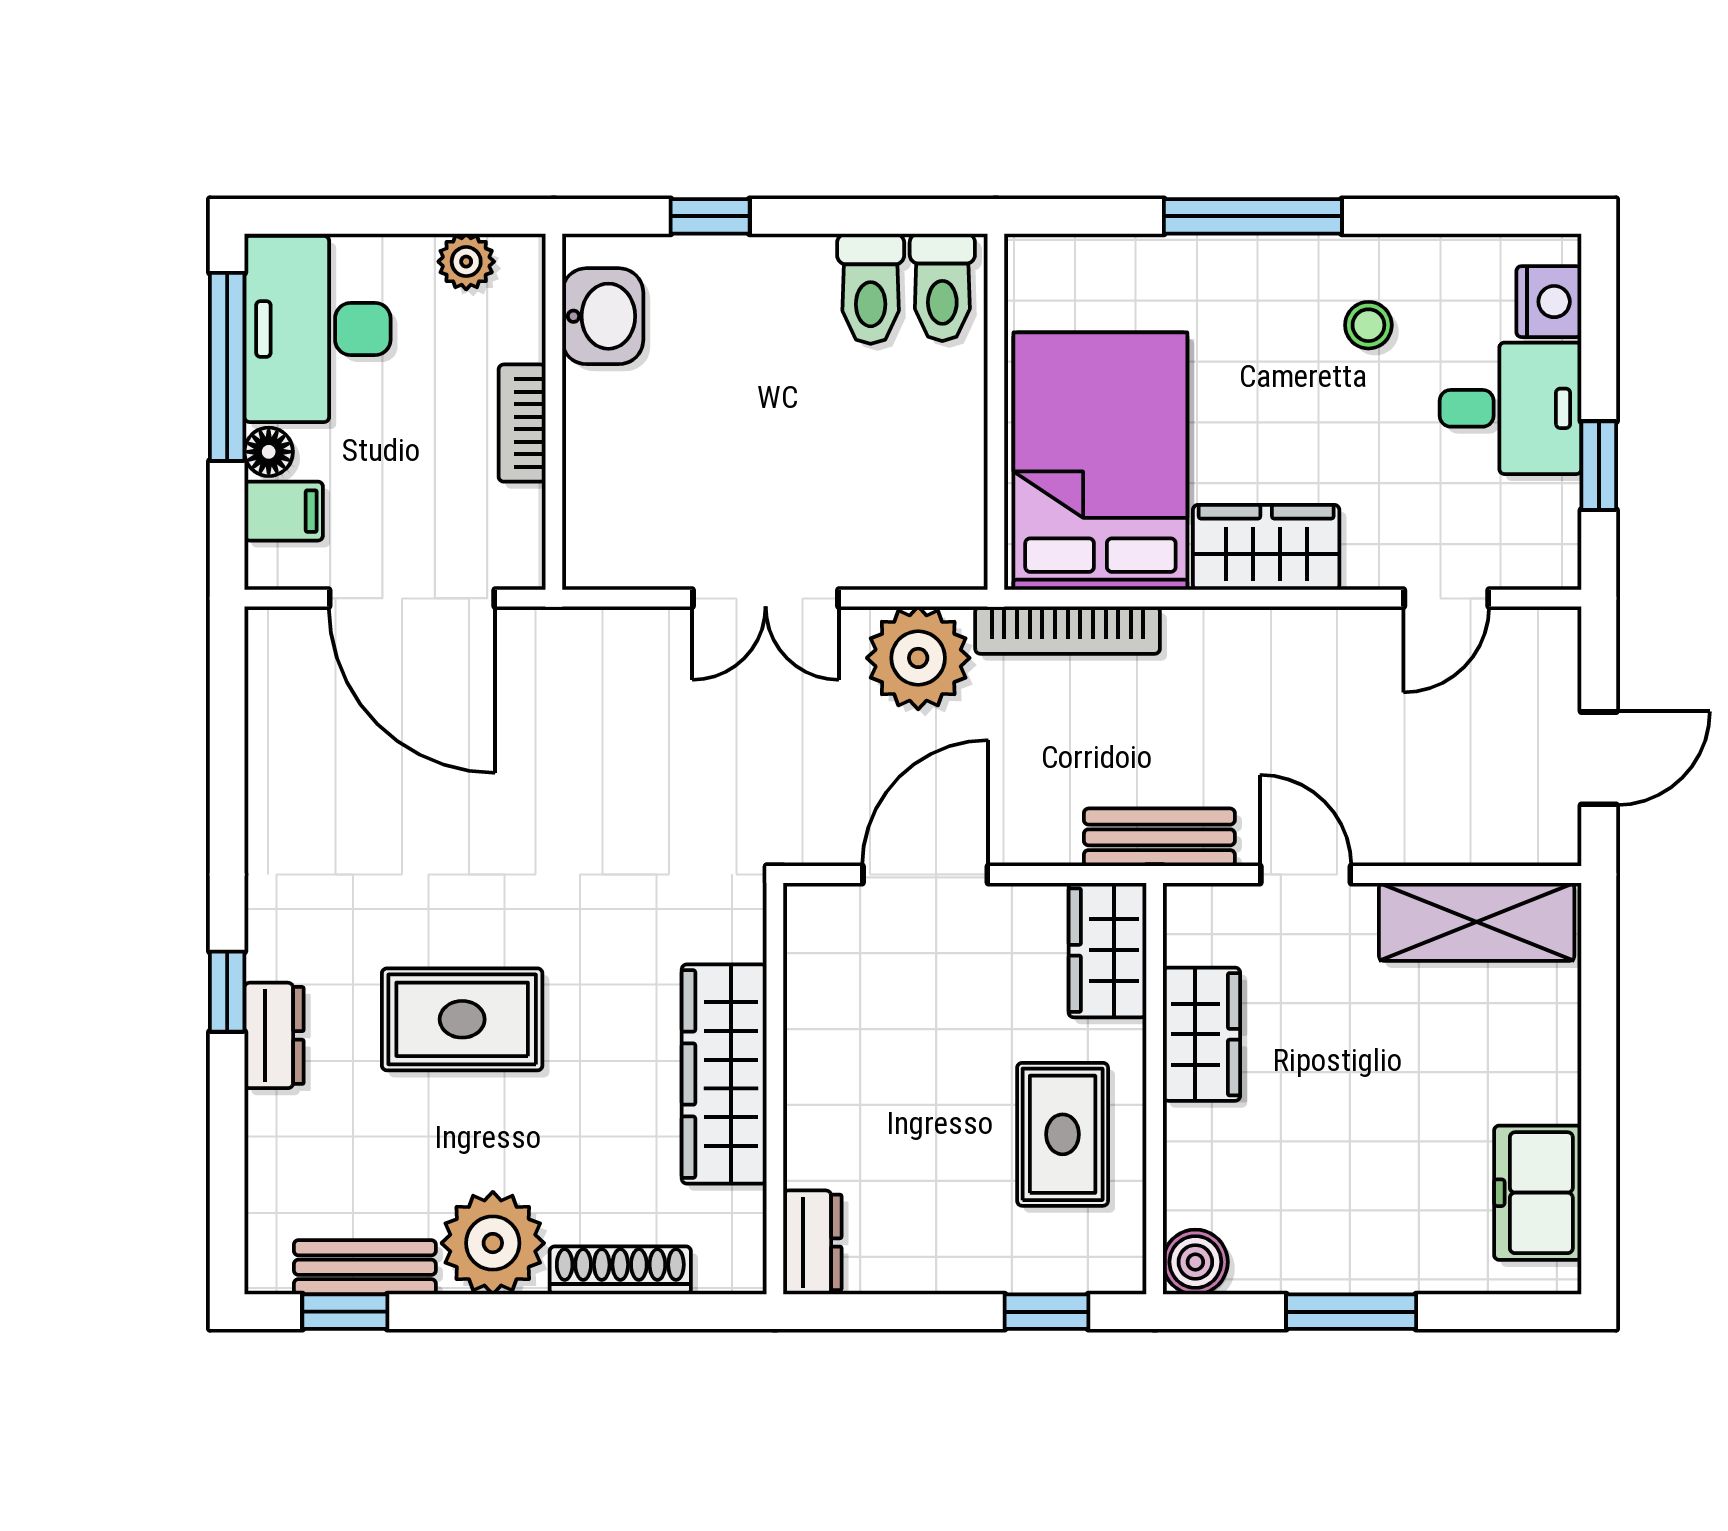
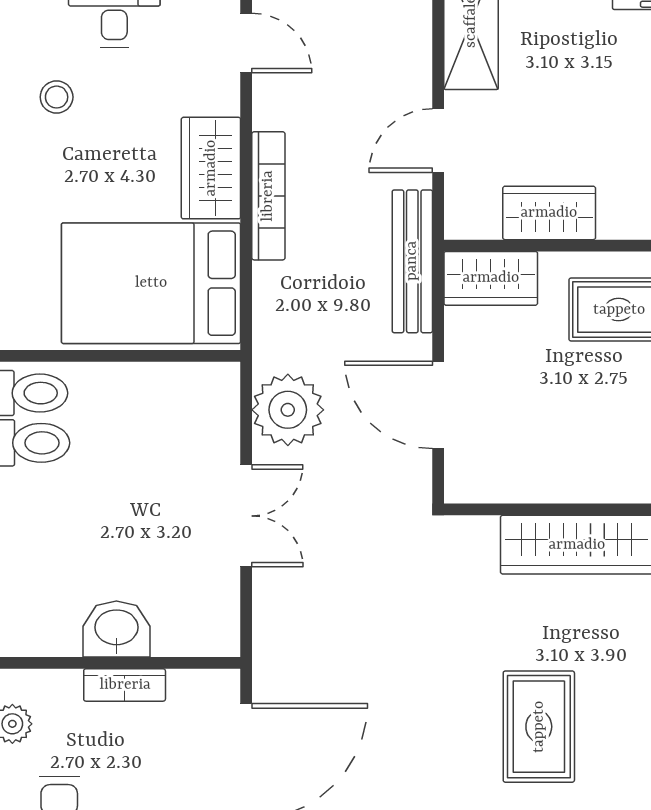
washbasin: (603, 316) -> (116, 629), moved
bookcase: (1068, 630) -> (268, 196), moved
bench: (1159, 837) -> (412, 261), width x1.36

